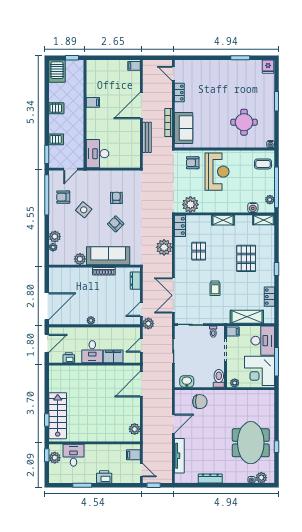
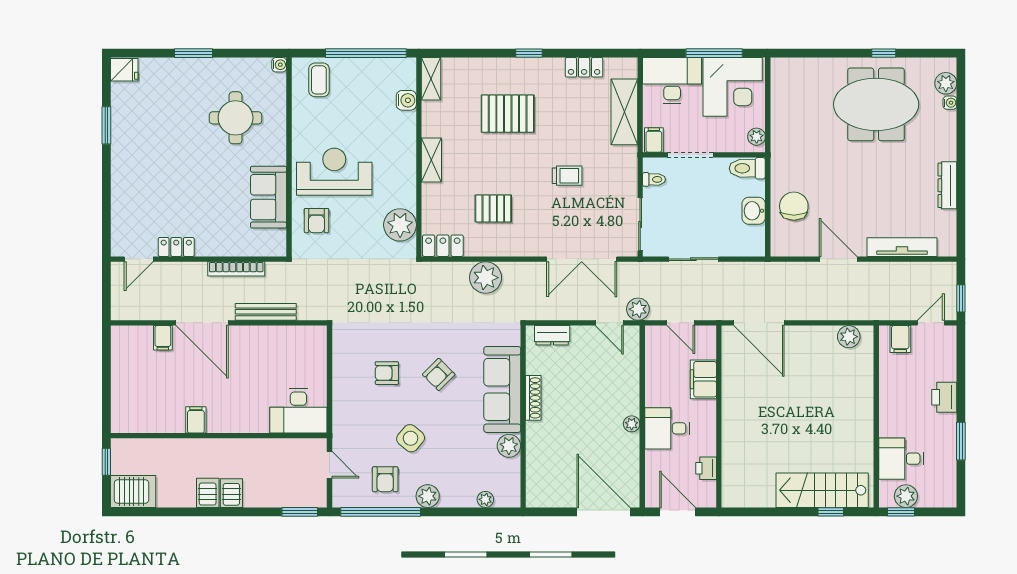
filing cabinet: (134, 66) -> (163, 338), moved
sofa: (184, 128) -> (269, 197), moved, turned -90
server rack: (56, 139) -> (231, 493), moved
plant: (270, 200) -> (390, 66), removed
plant: (55, 237) -> (428, 496), moved
desk: (92, 352) -> (667, 428), moved, turned 180
washbasin: (187, 381) -> (754, 211), moved

